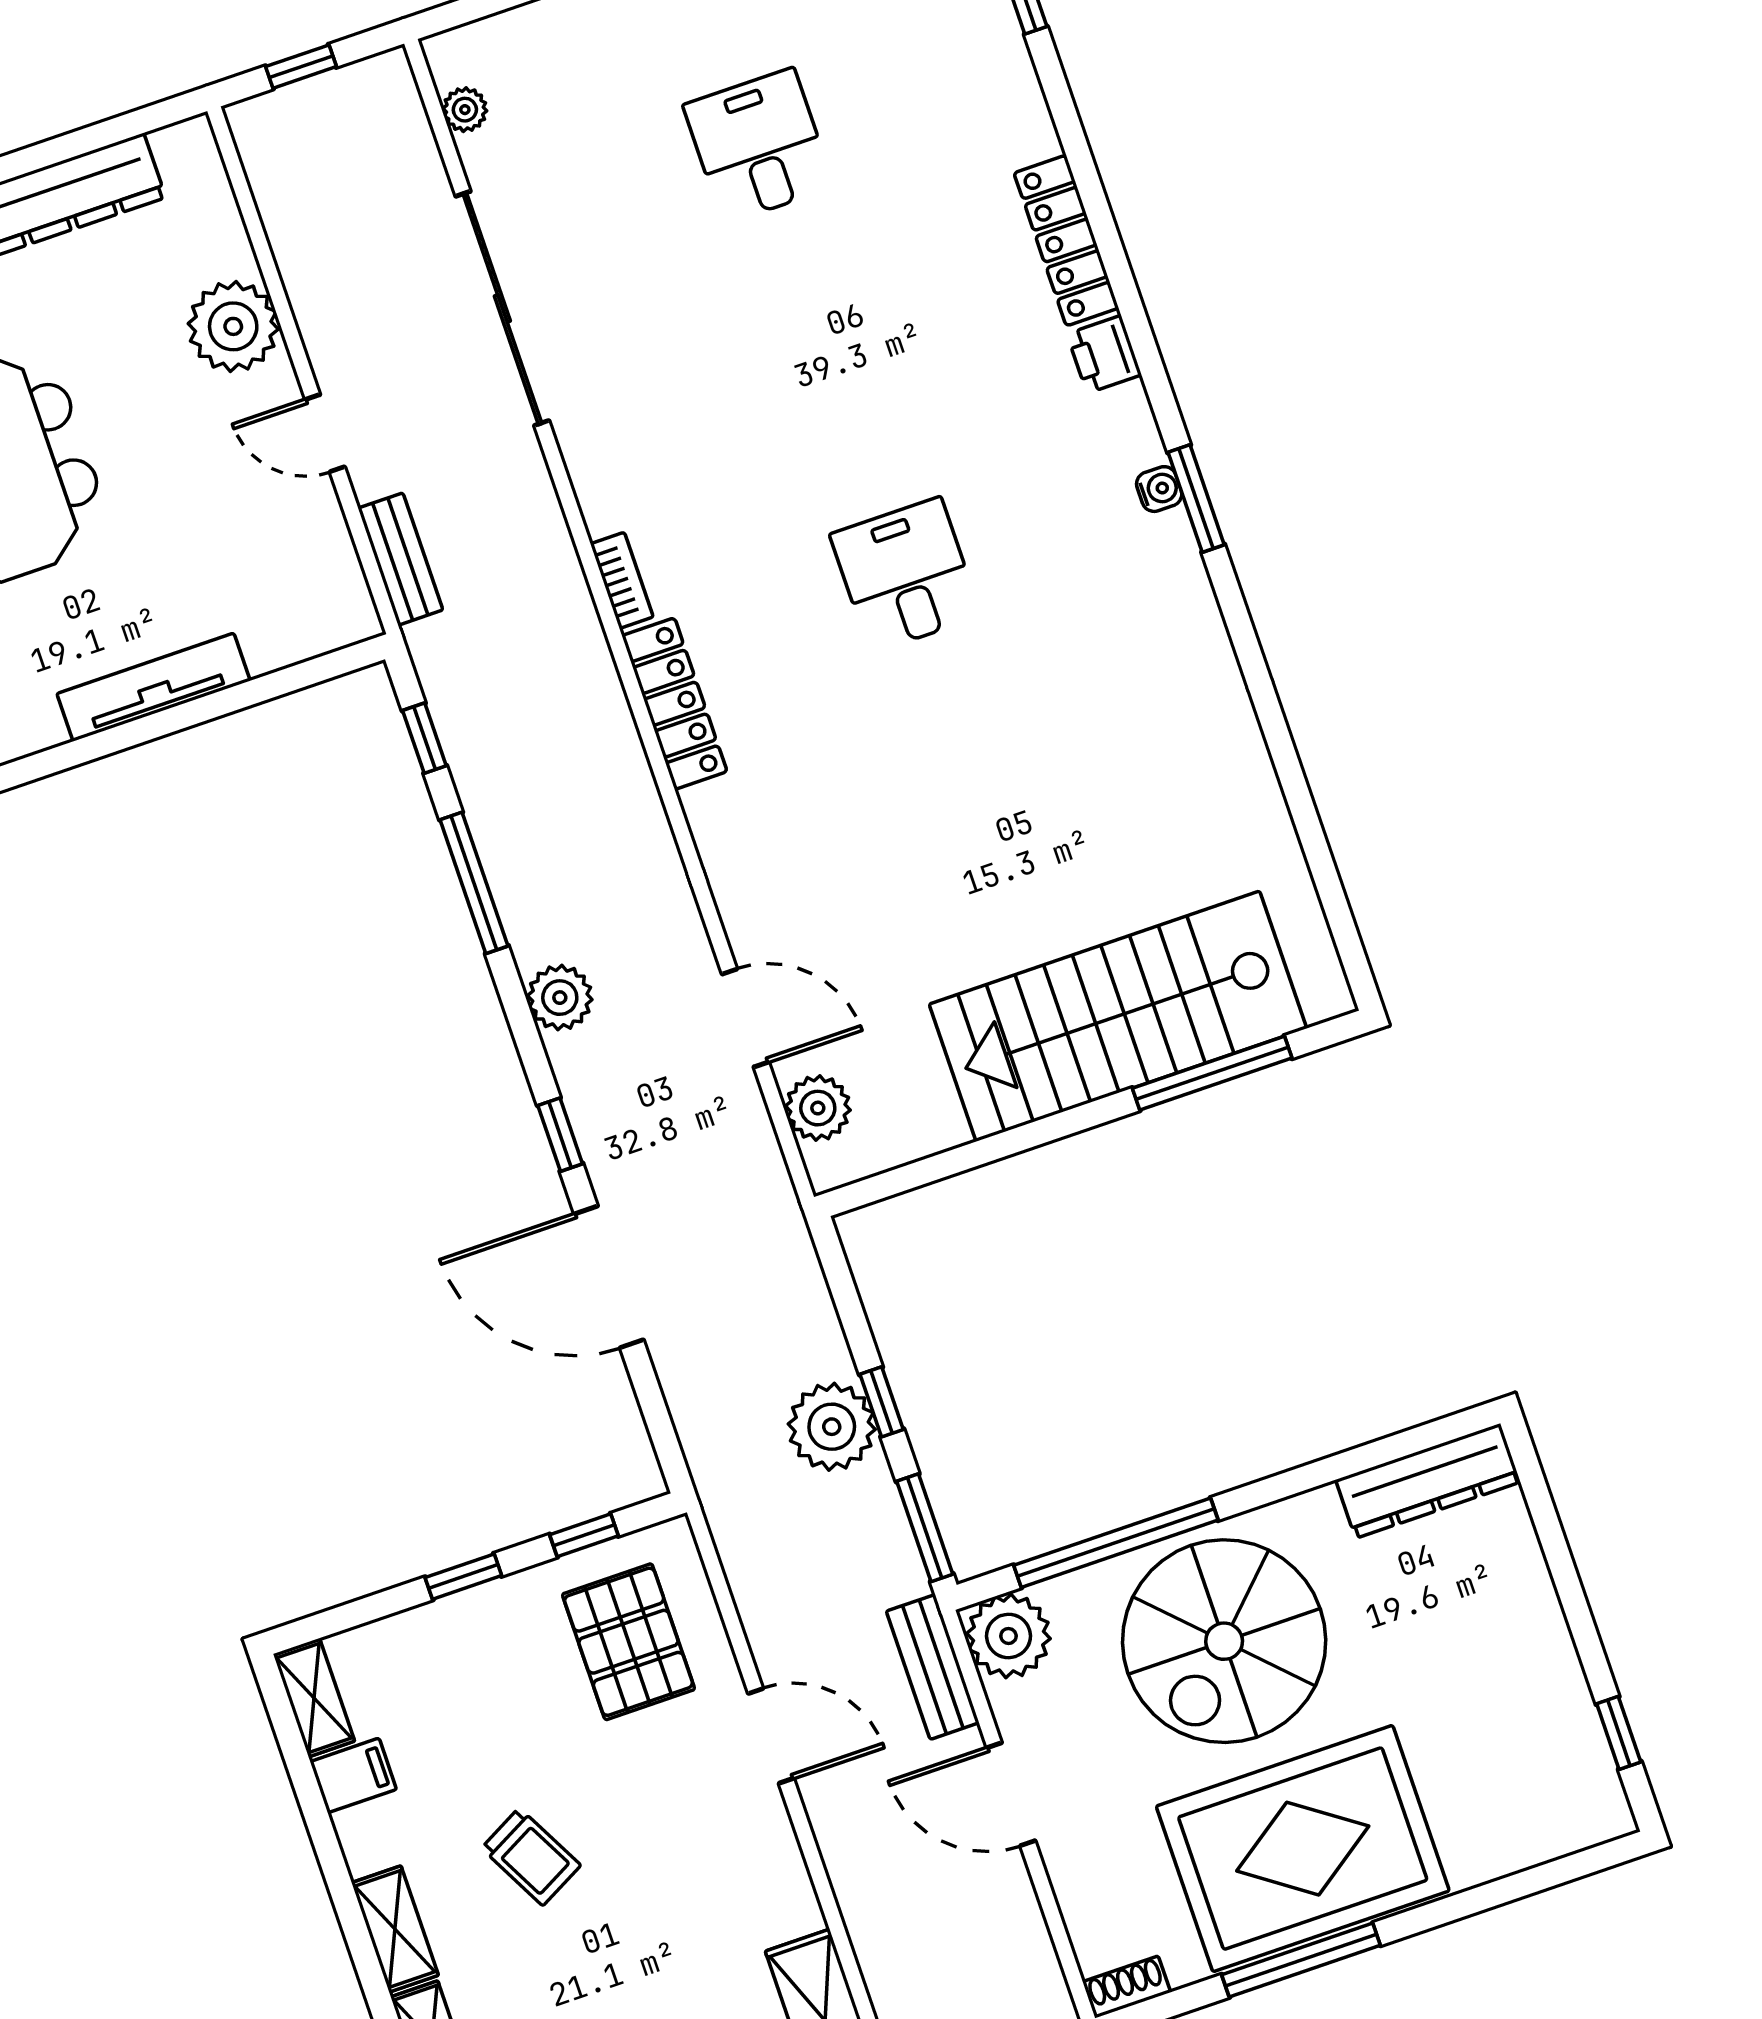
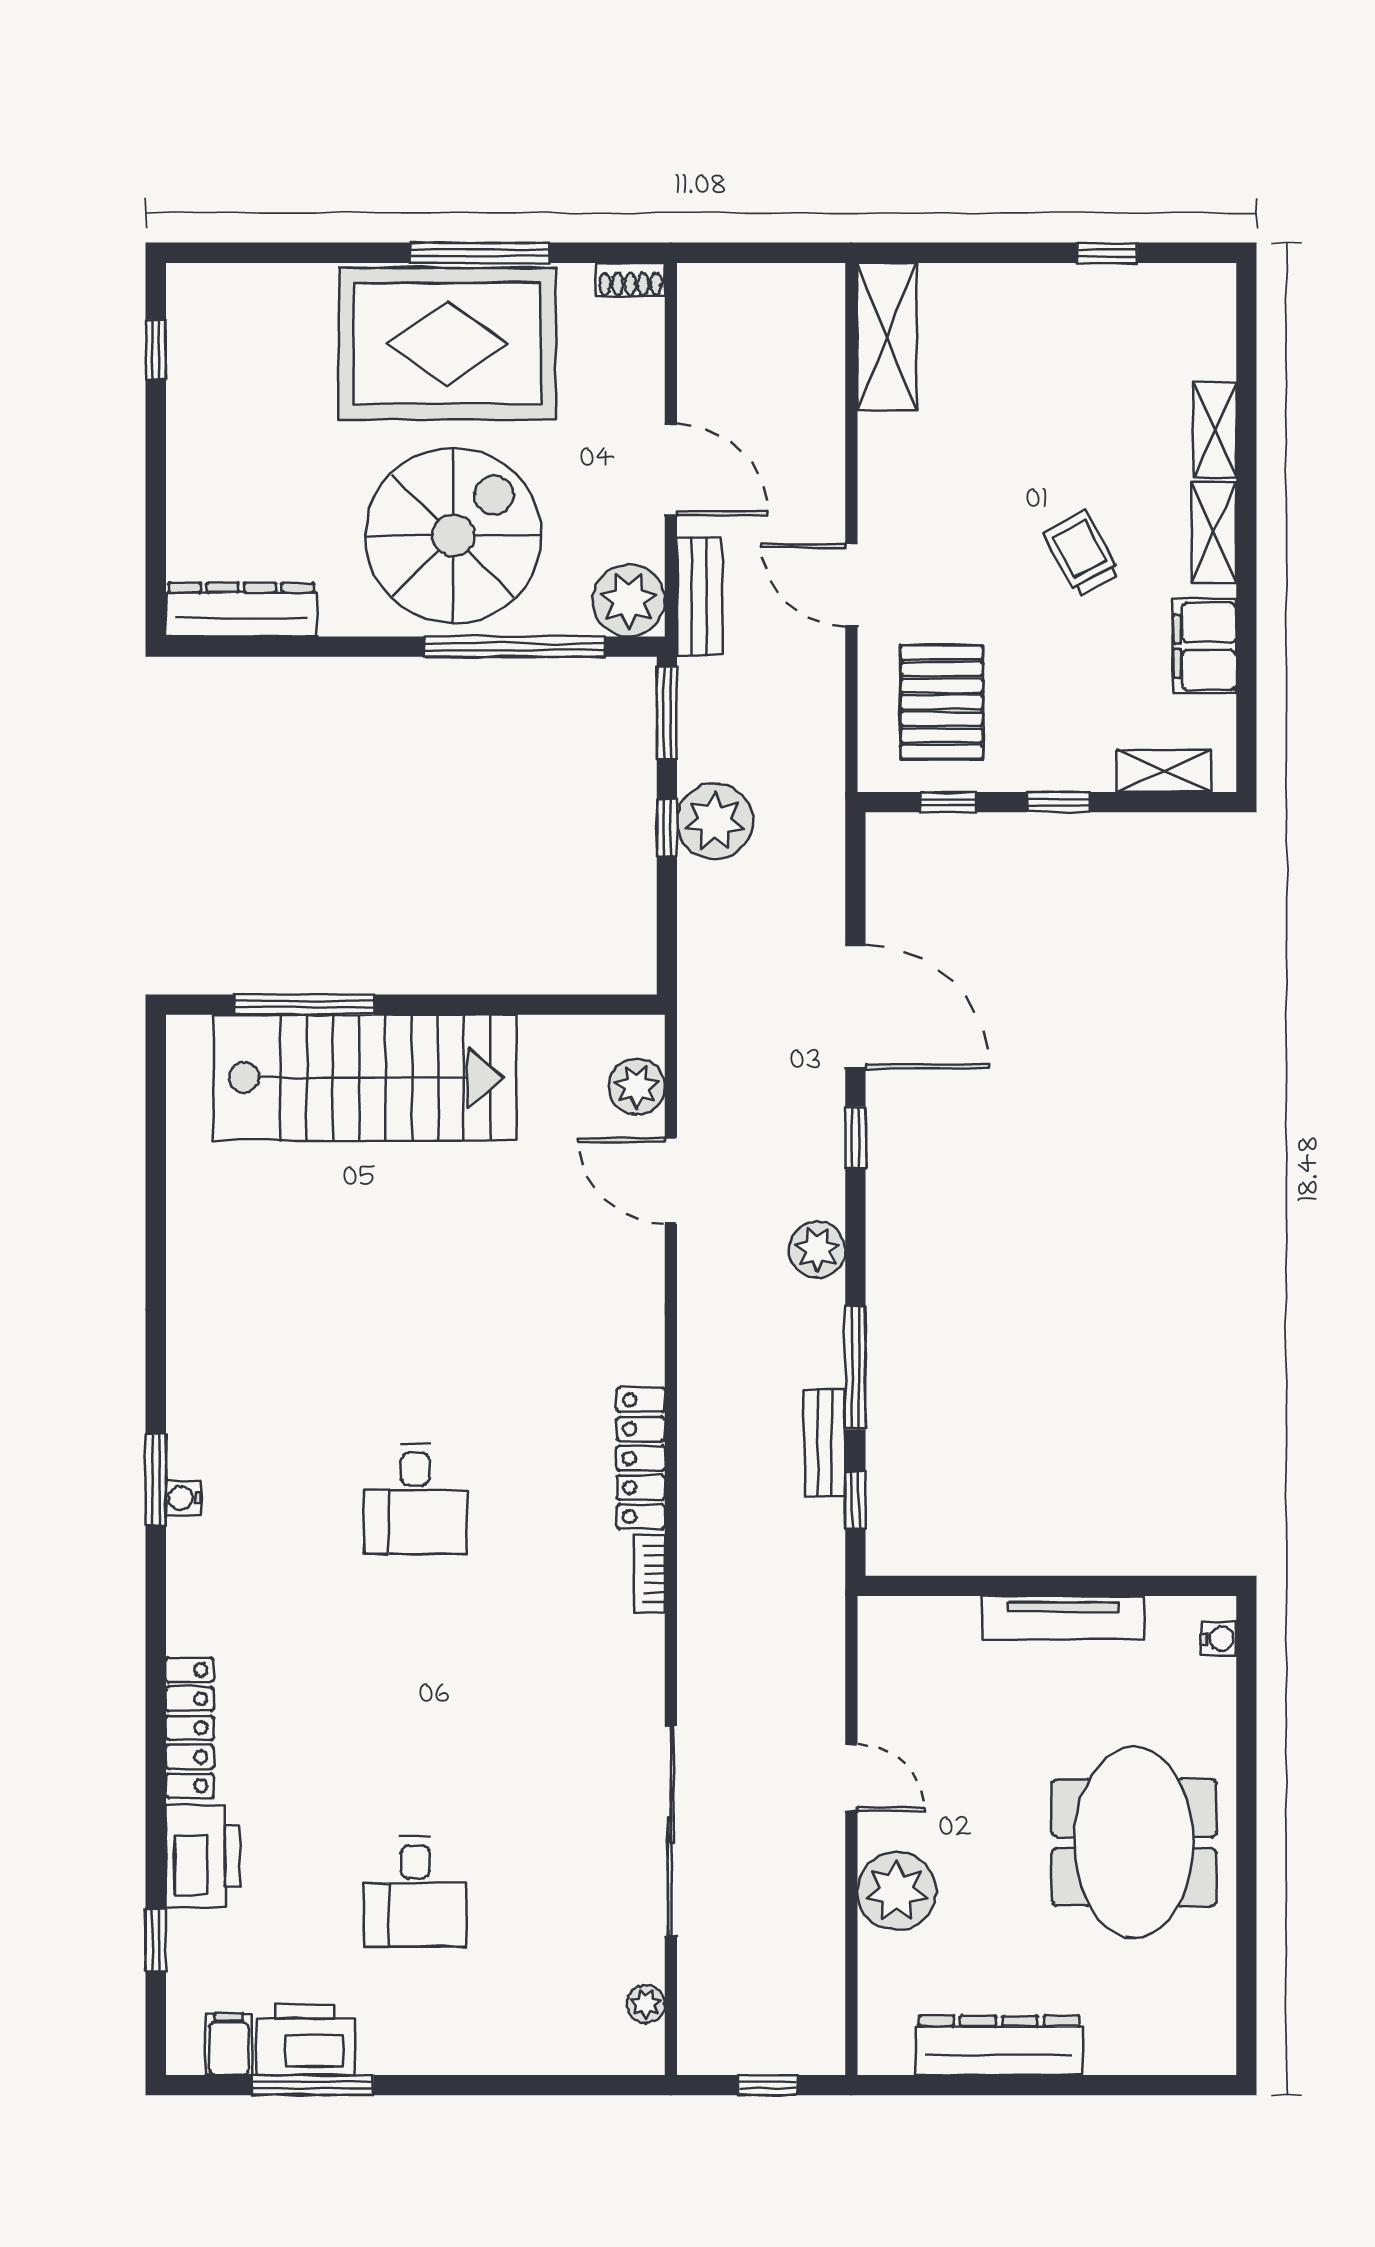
printer: (1104, 354) -> (203, 1856), moved, width x1.87, depth x1.48
bench: (400, 559) -> (825, 1443), moved
shelving: (314, 1698) -> (1164, 771), moved, turned 90
filing cabinet: (353, 1775) -> (1205, 646), width x2.00

